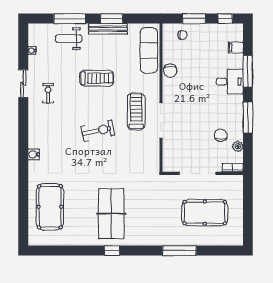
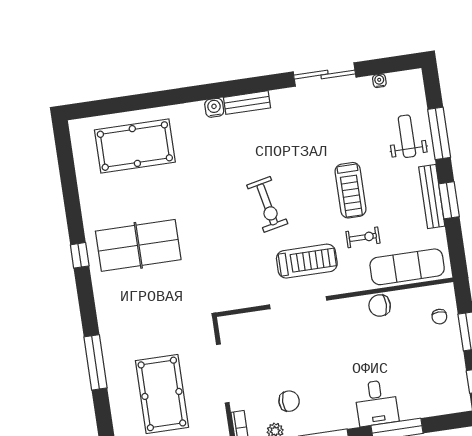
filing cabinet: (236, 48) -> (432, 405), removed
sliding door: (23, 84) -> (325, 75), width x1.37
exercise bike: (48, 93) -> (363, 237), moved
bench: (33, 134) -> (247, 103), added

